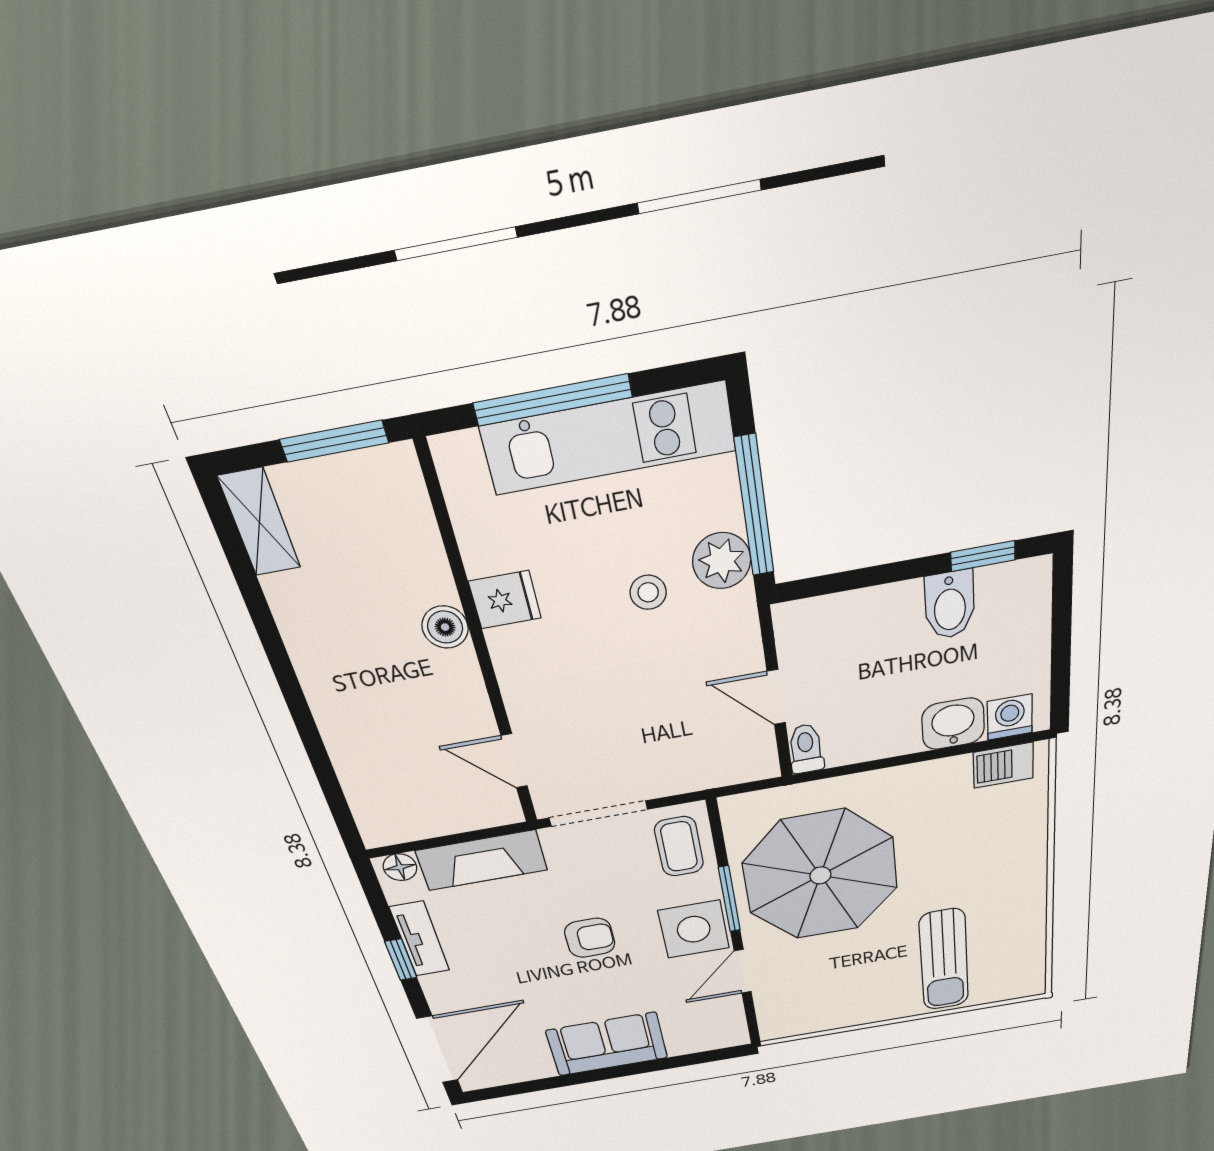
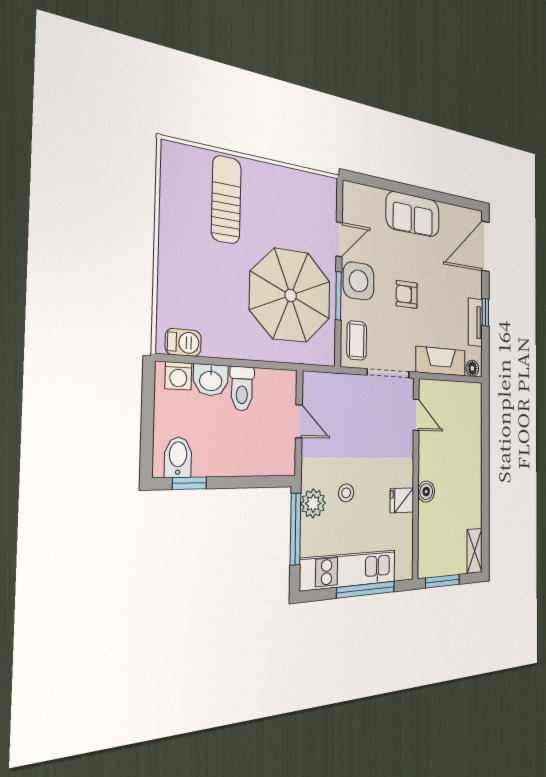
bidet: (950, 605) -> (178, 457), moved
toilet: (806, 749) -> (242, 389), moved, width x1.37, depth x1.39

